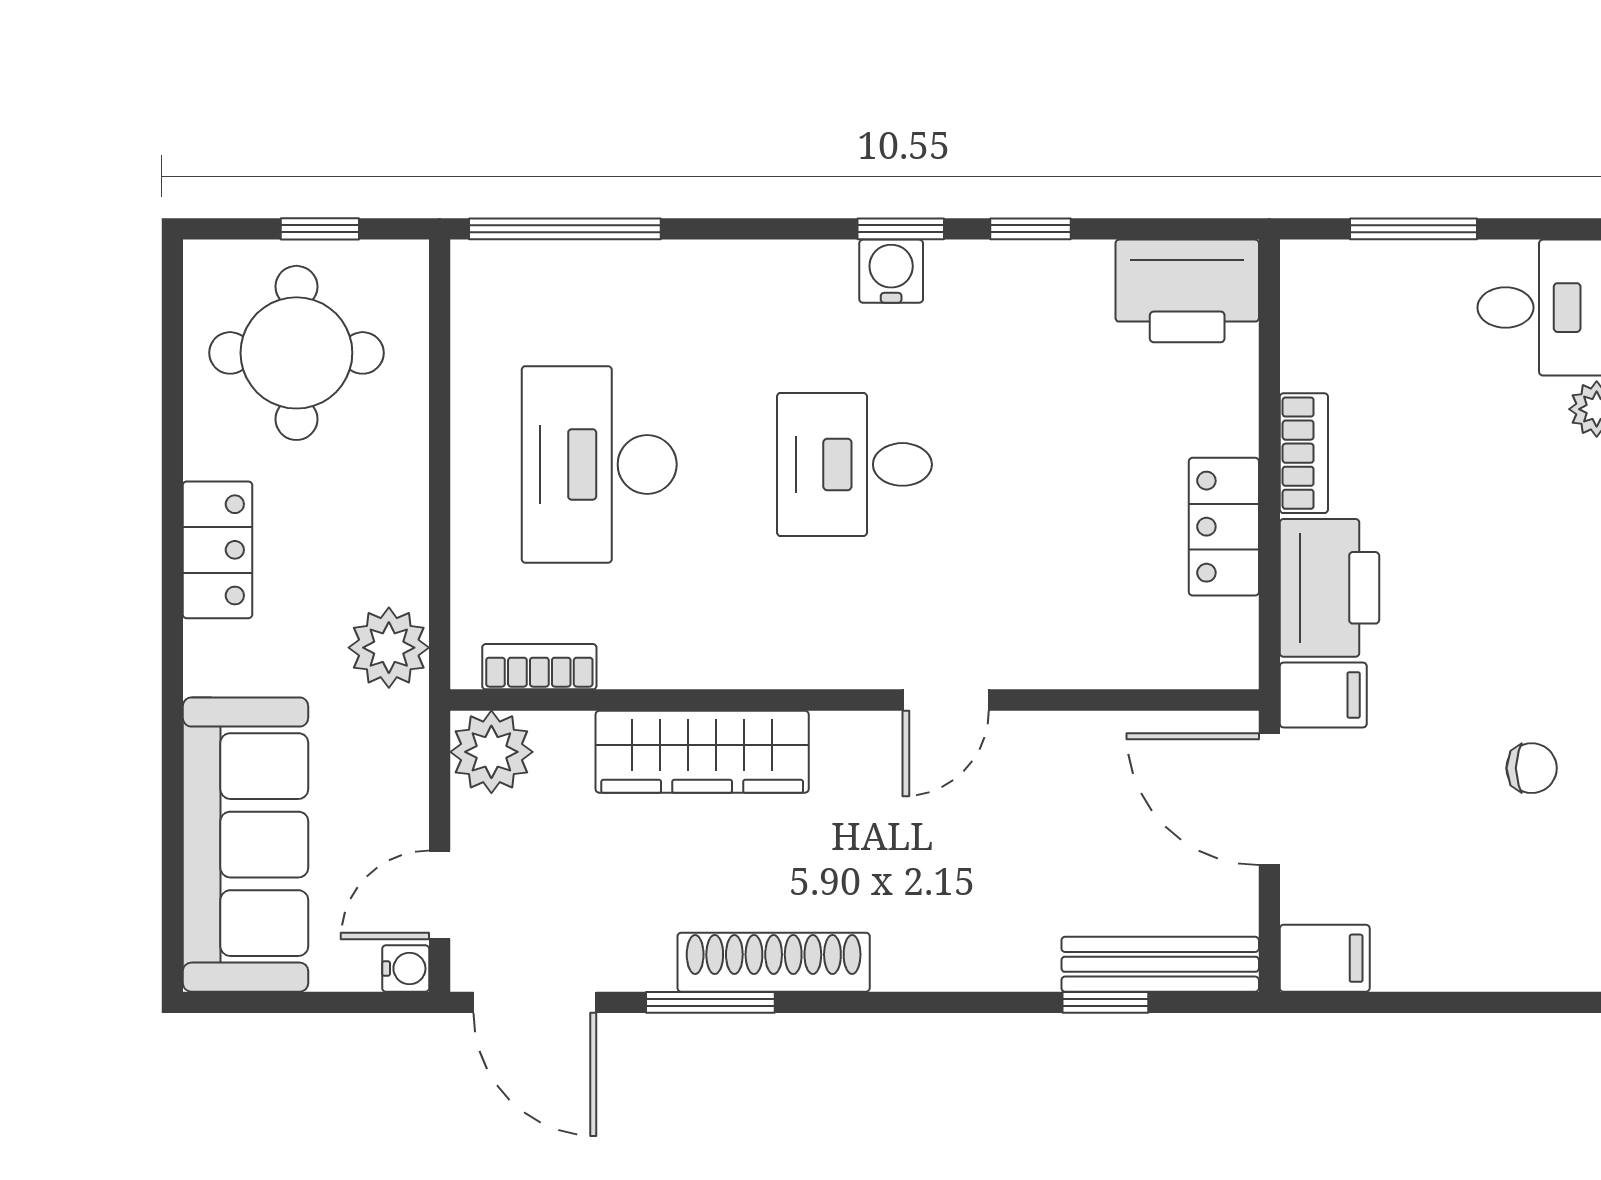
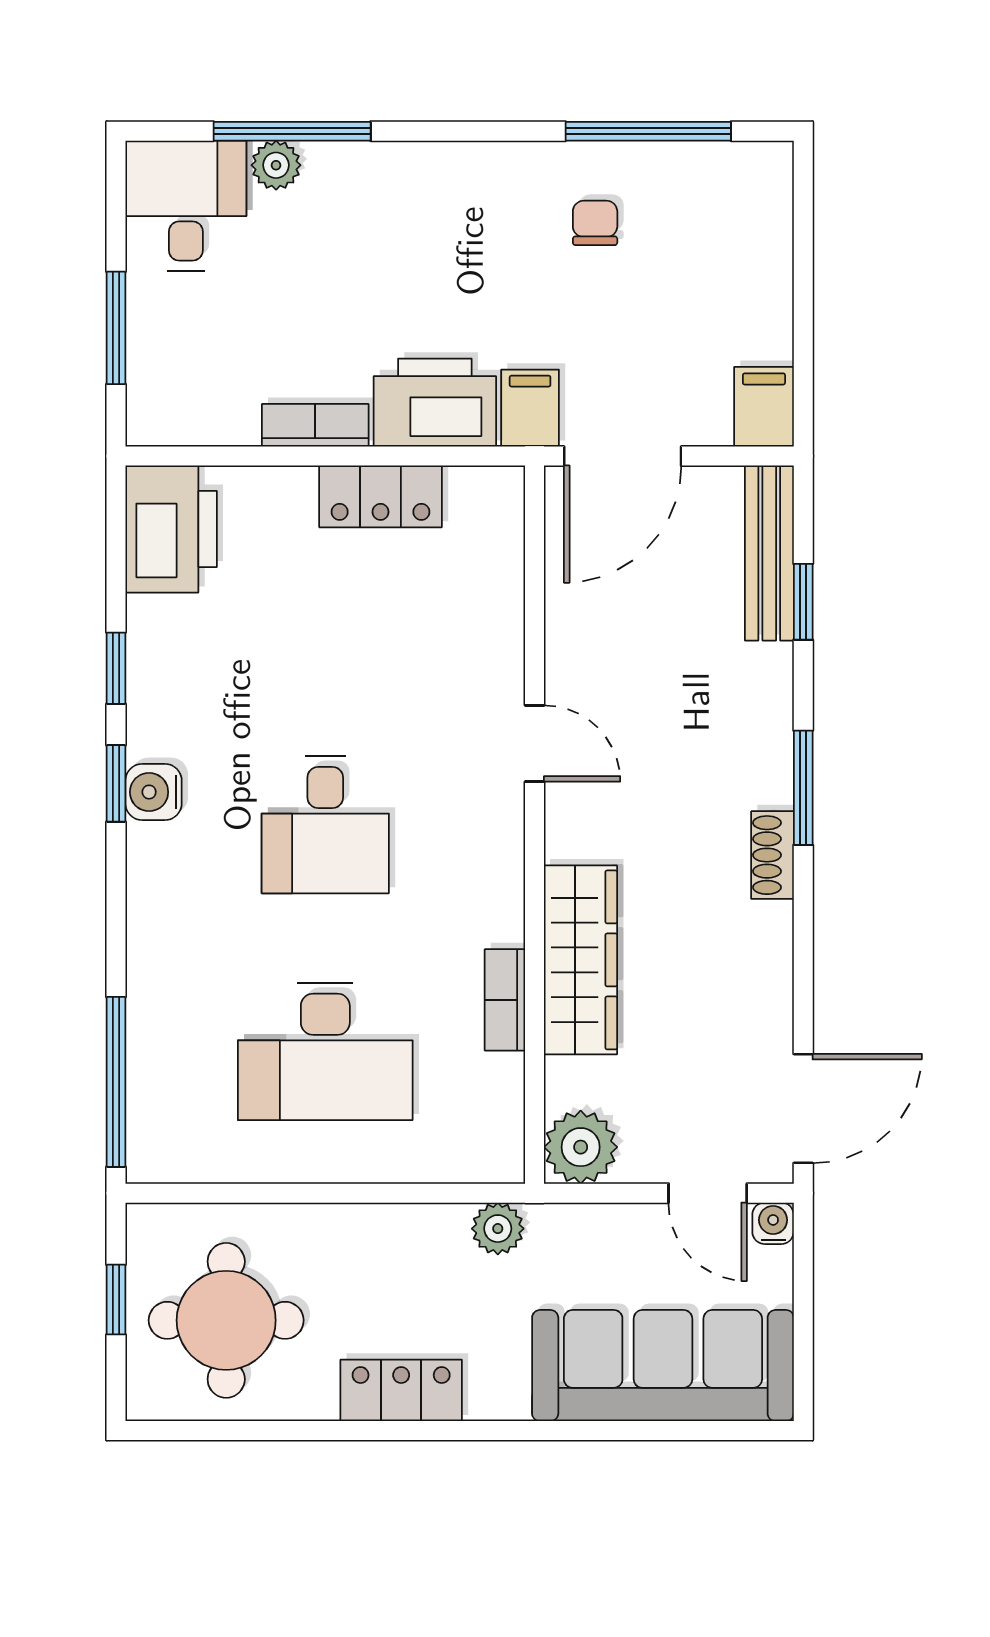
plant: (389, 648) -> (498, 1229), width x0.73, depth x0.73
bookcase: (539, 667) -> (505, 1000), moved
shoe rack: (774, 962) -> (772, 855), width x0.51, depth x0.81
window: (710, 1002) -> (803, 788), moved

